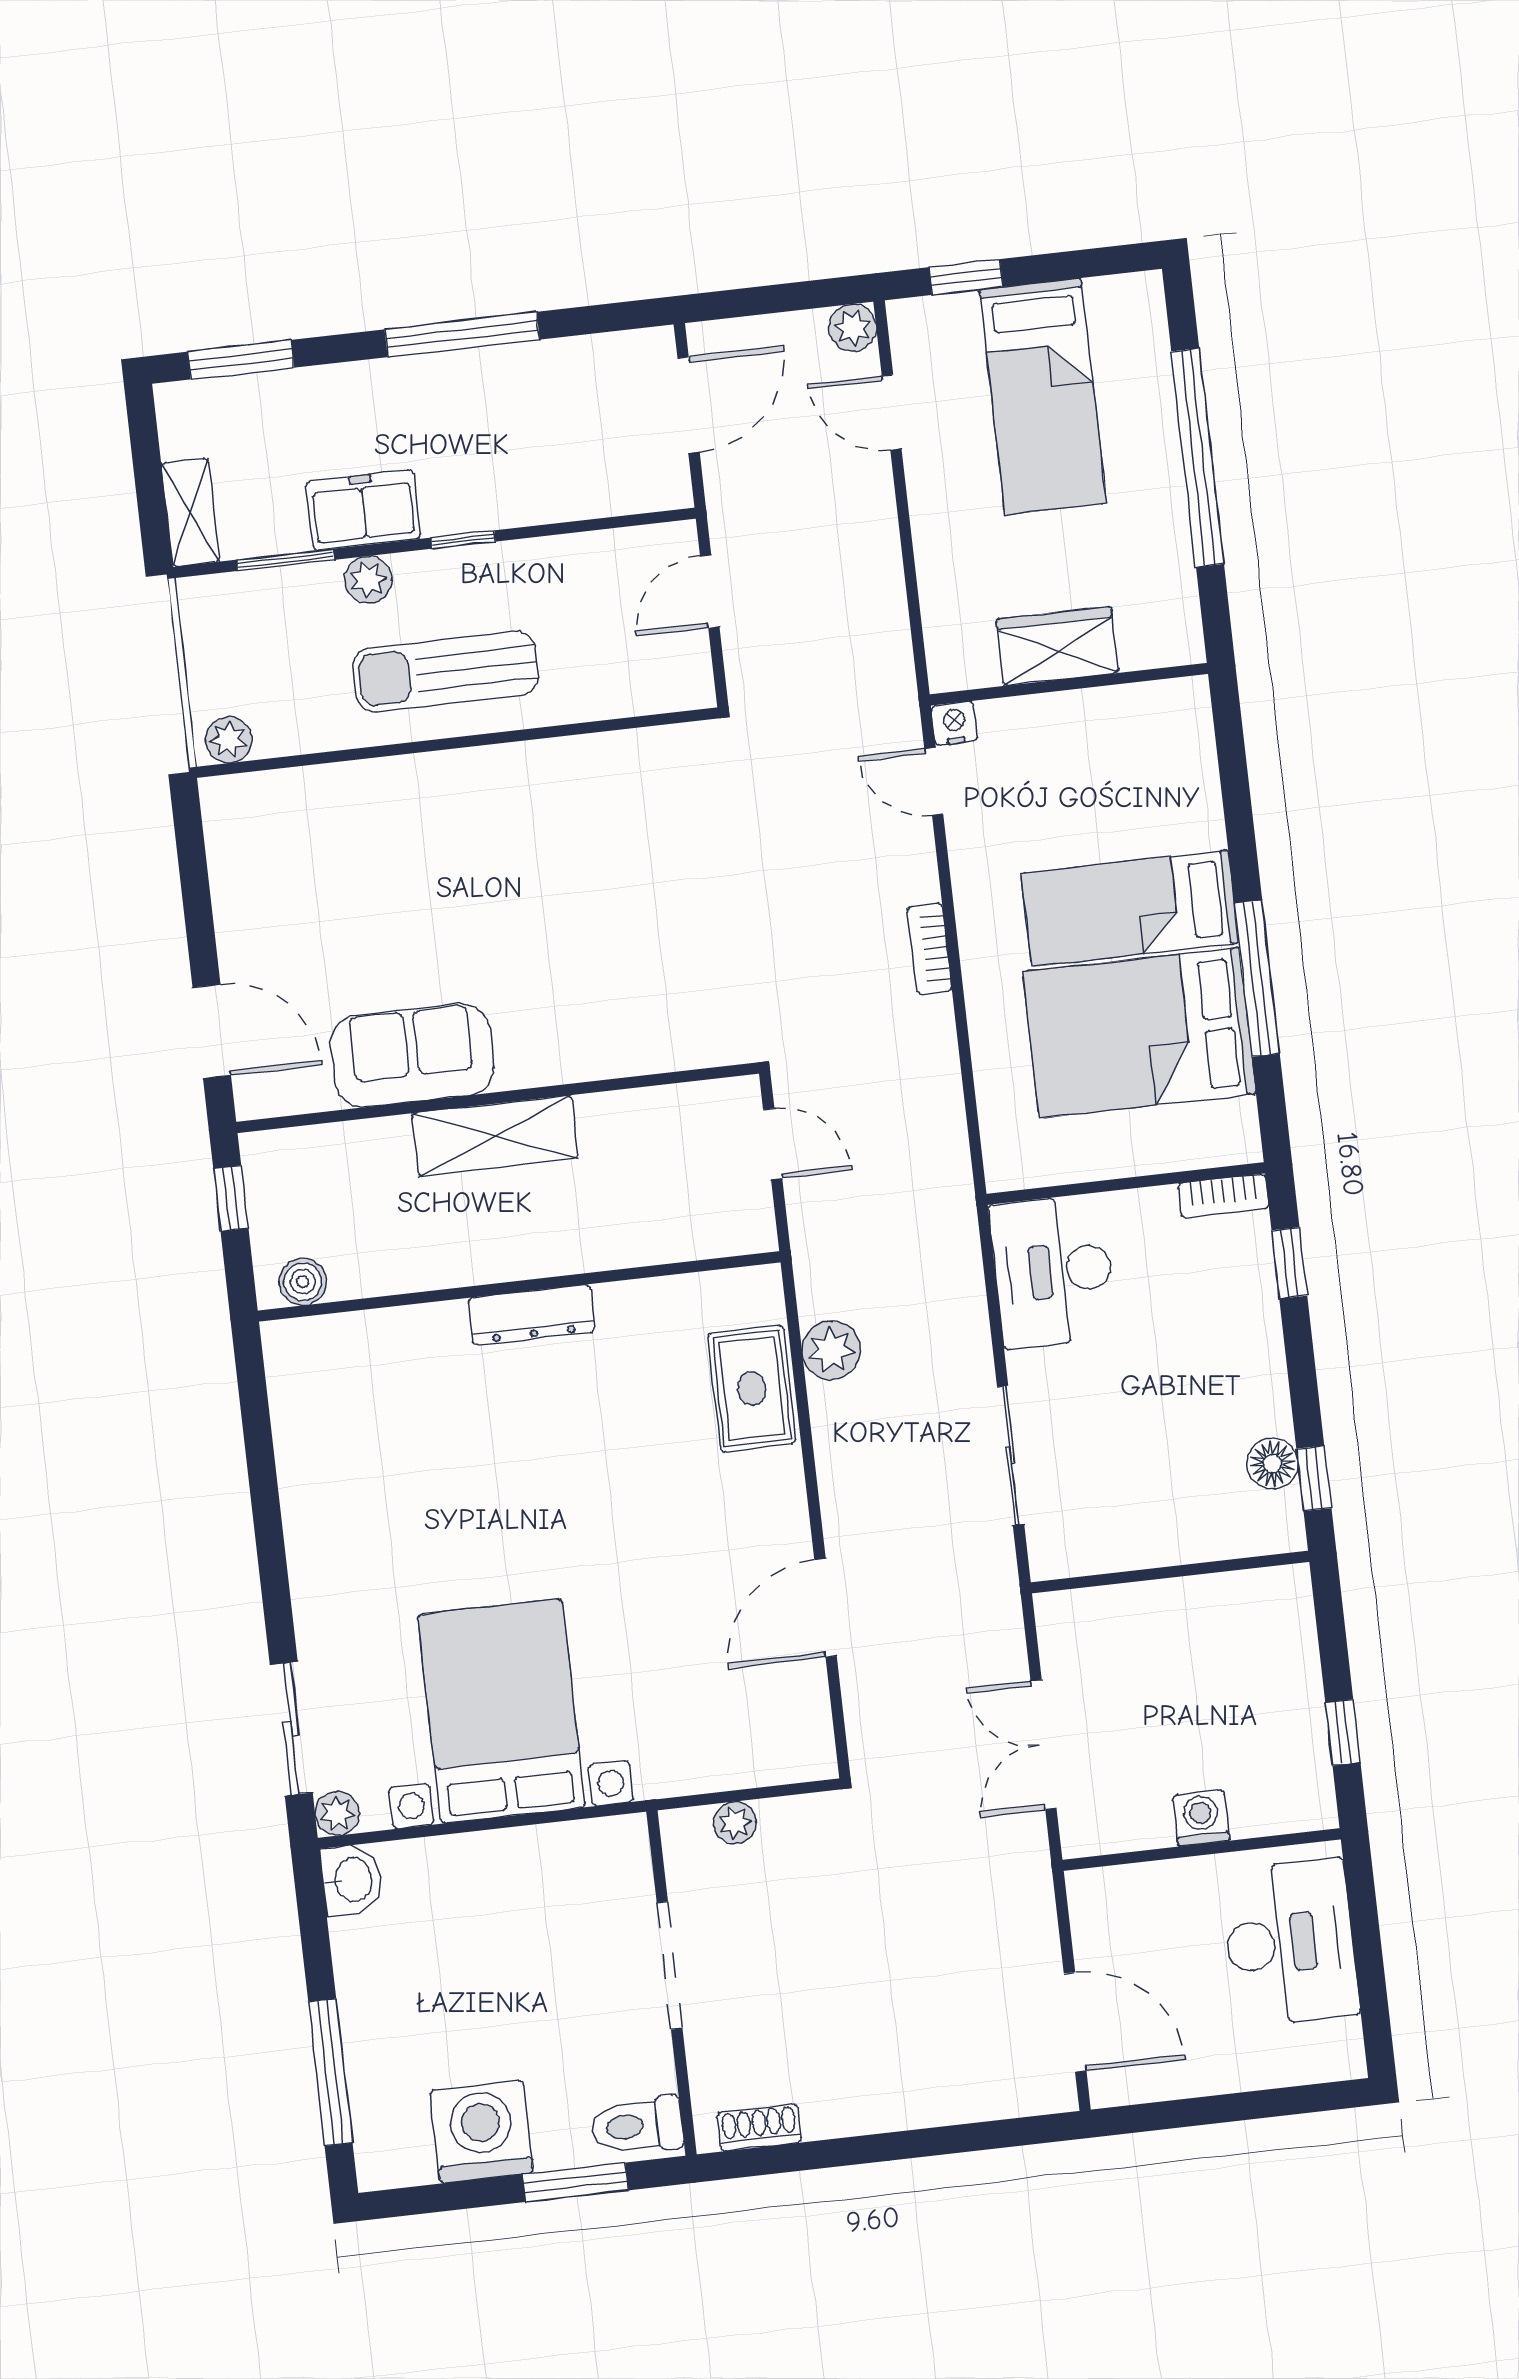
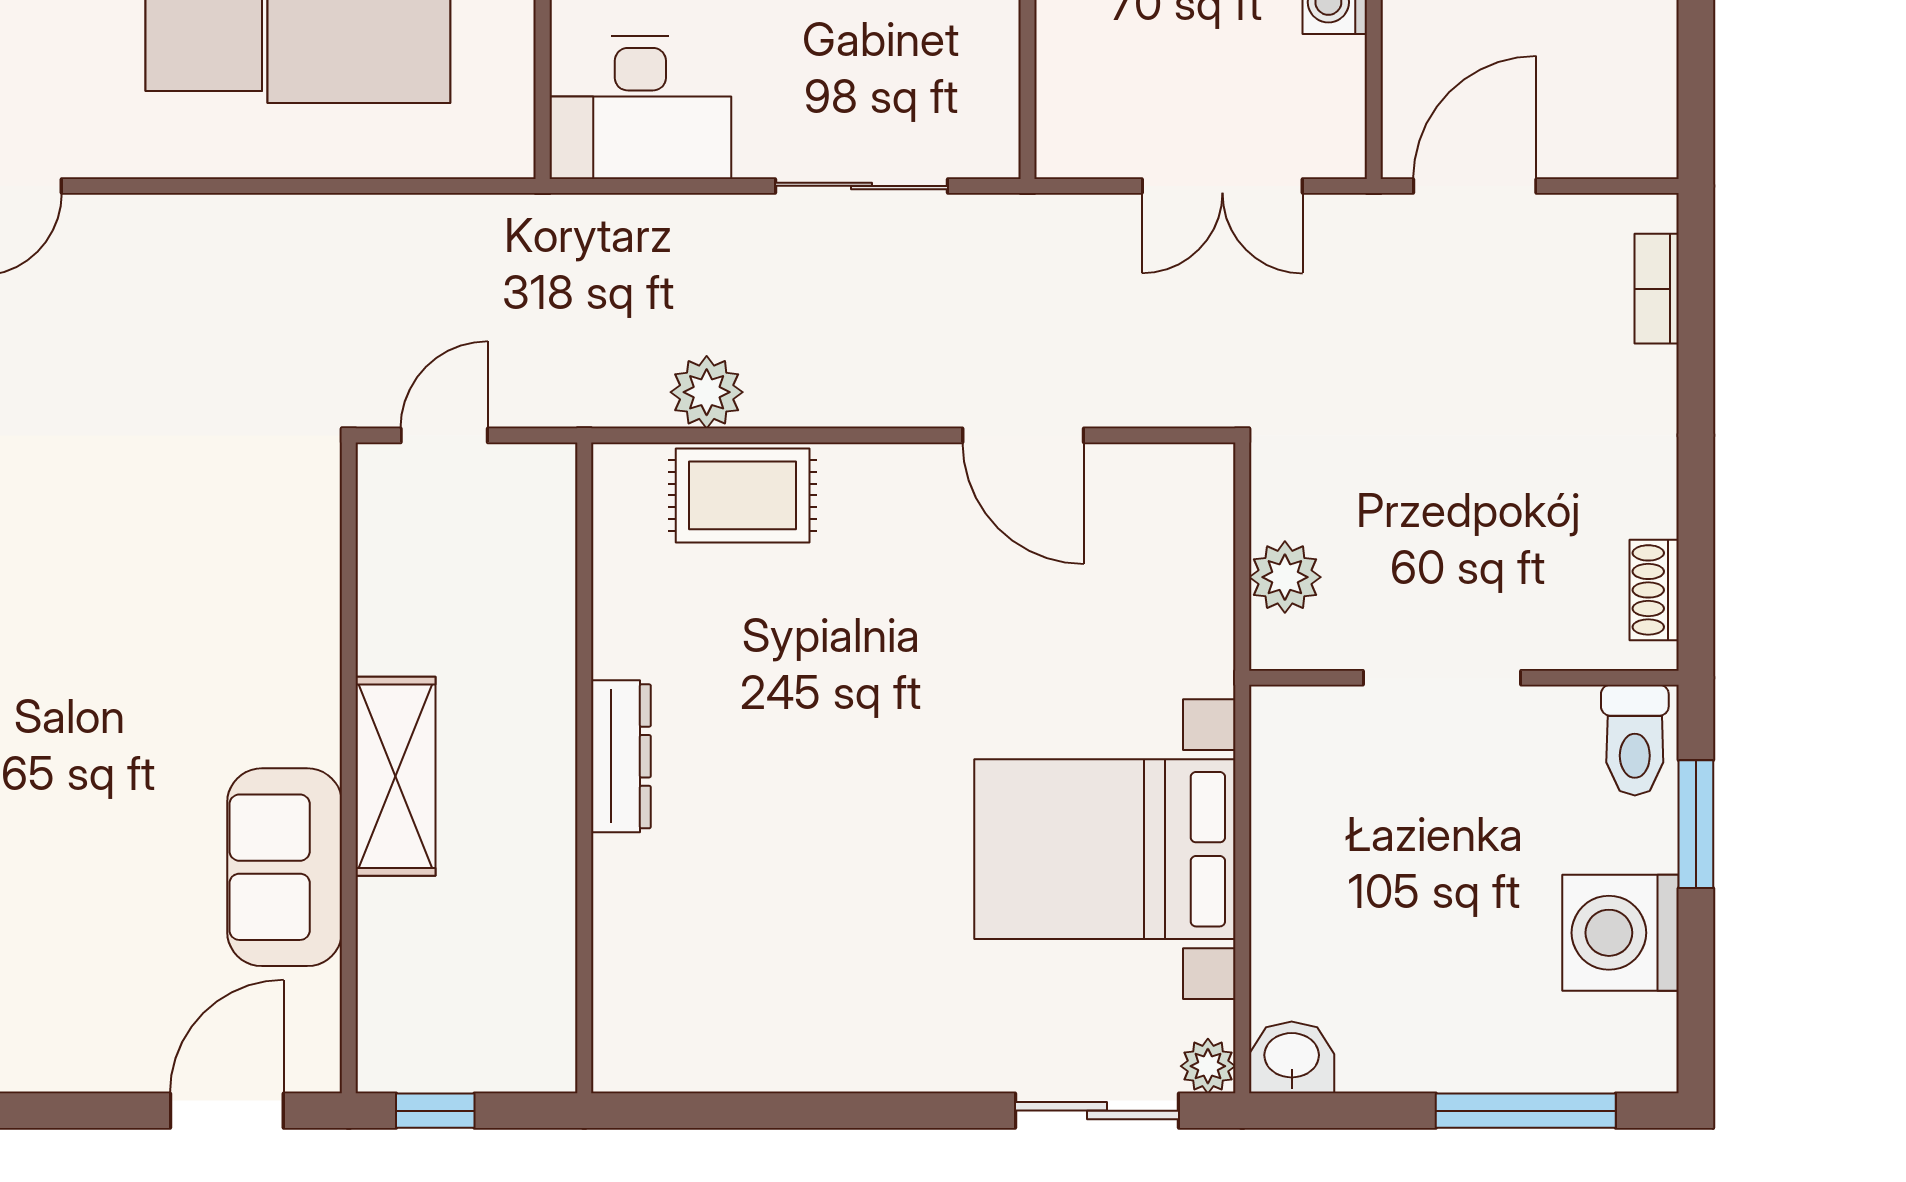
bookcase: (929, 949) -> (1657, 289), moved, turned 90
boiler: (303, 1282) -> (548, 1034), removed
plant: (735, 1823) -> (1285, 577), width x1.38, depth x1.38
door: (1075, 2022) -> (1475, 186), moved

